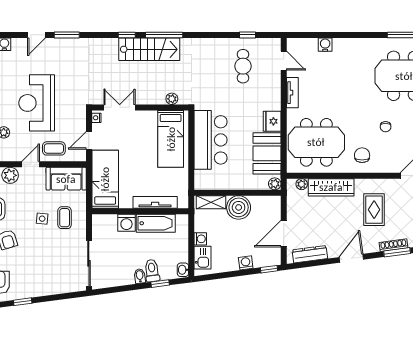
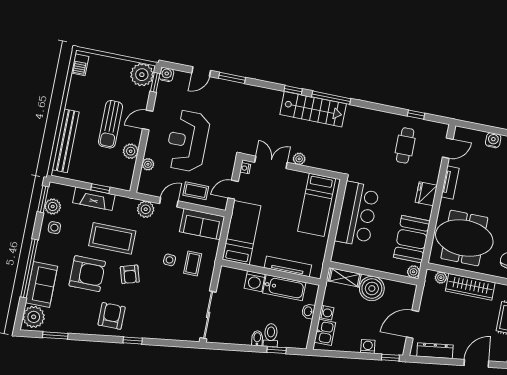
door: (284, 61) -> (448, 148), hinge flipped
plant: (172, 99) -> (299, 159), moved
fridge: (272, 121) -> (426, 194), moved
washbasin: (183, 270) -> (308, 311), moved

